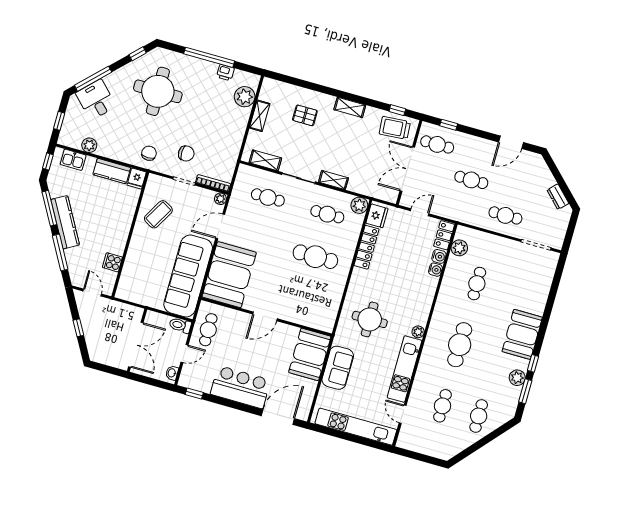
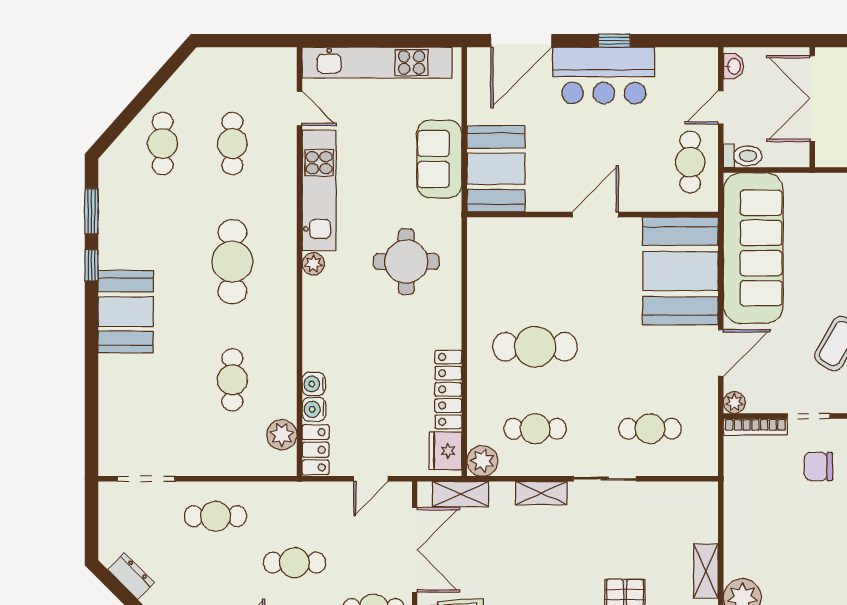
shelving: (265, 160) -> (460, 494), moved
plant: (517, 378) -> (113, 231), removed
window: (194, 394) -> (614, 41), moved

